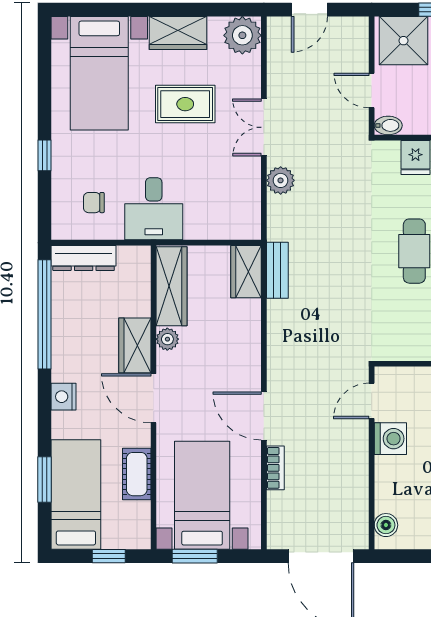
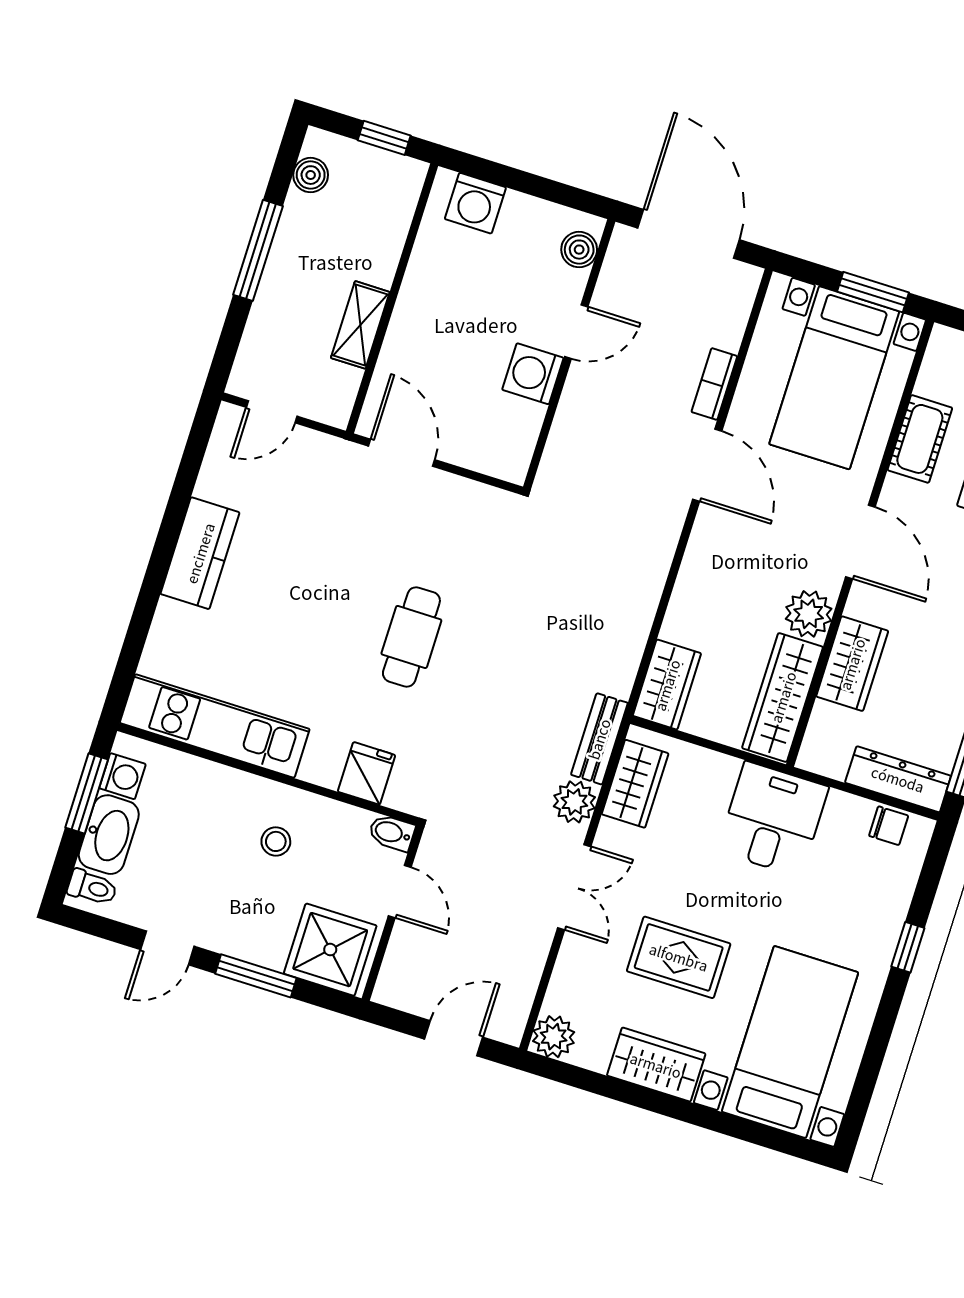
plant: (242, 35) -> (554, 1037), width x0.73, depth x0.73
chair: (94, 203) -> (889, 826), moved
wardrobe: (246, 204) -> (635, 784), added
bench: (277, 270) -> (599, 739), moved
plant: (167, 339) -> (809, 614), width x1.38, depth x1.38
wardrobe: (135, 345) -> (852, 664), moved
door: (372, 401) -> (576, 332), moved

